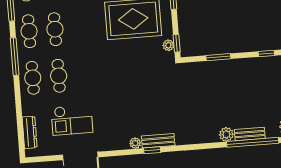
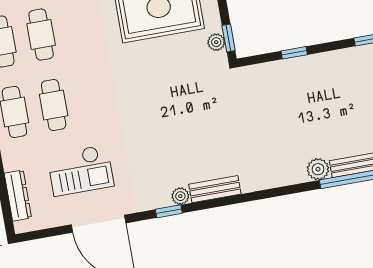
window: (218, 57) -> (294, 53), width x0.67
window: (152, 150) -> (169, 211), moved

